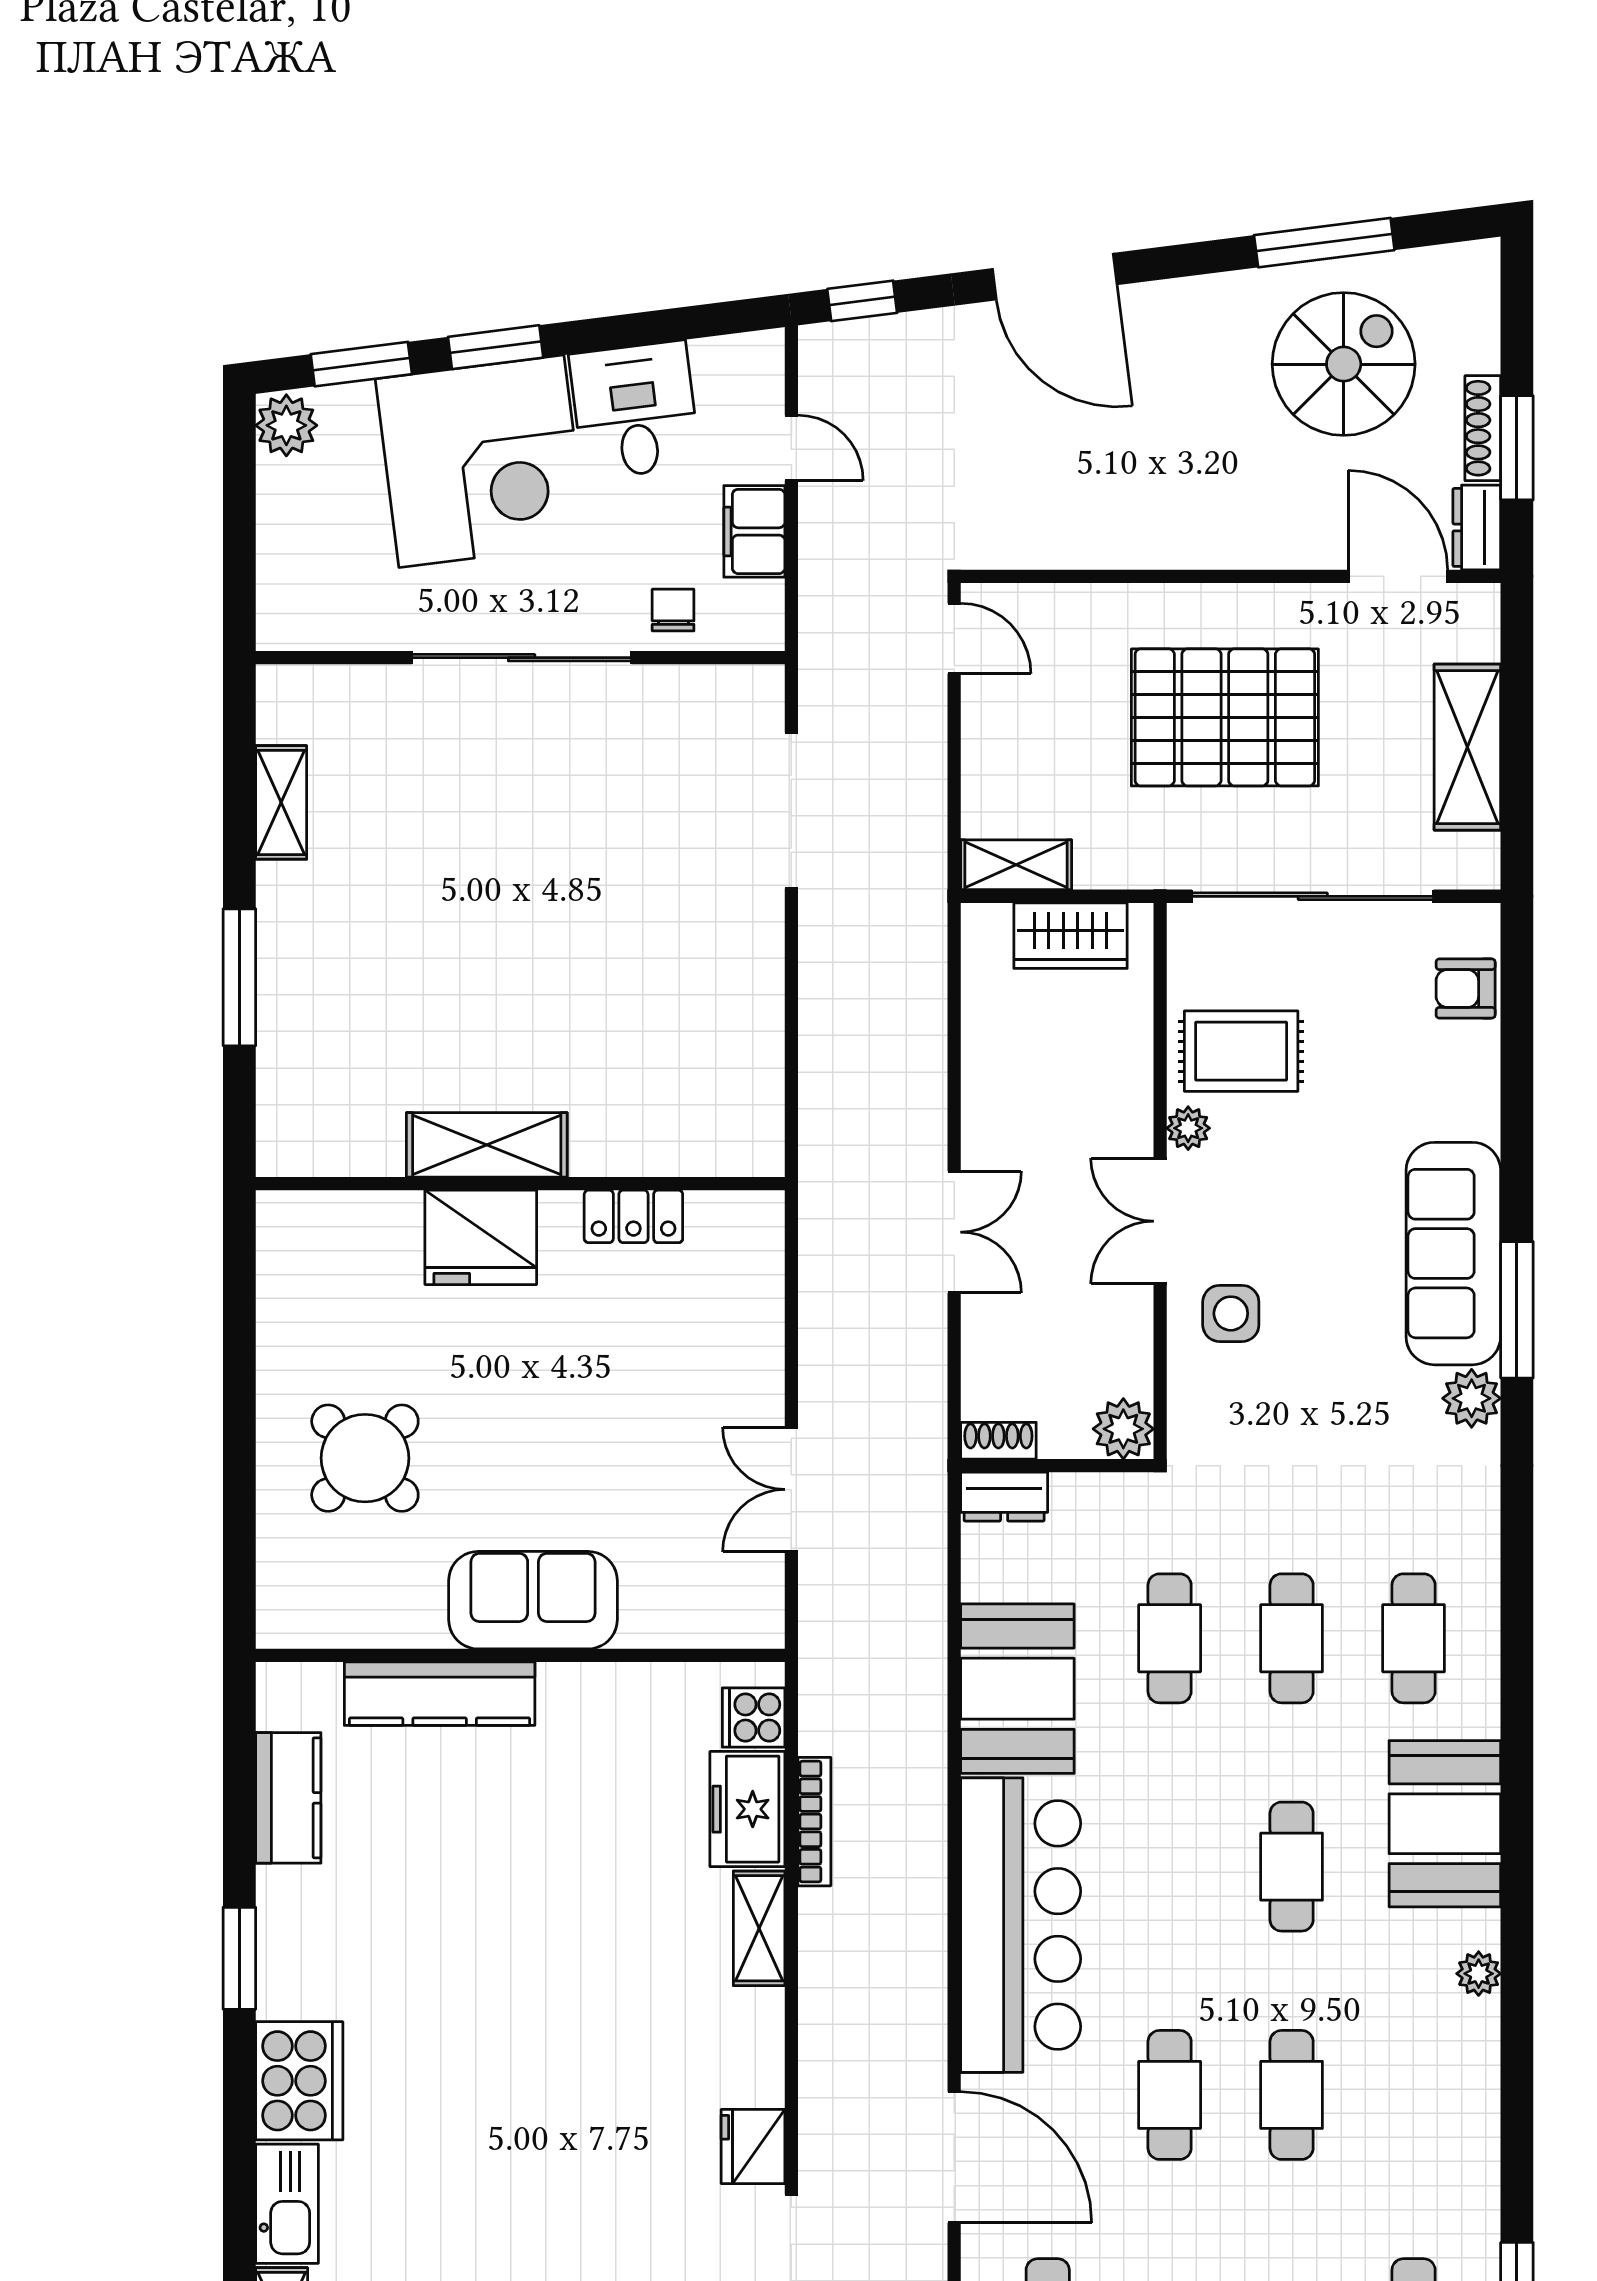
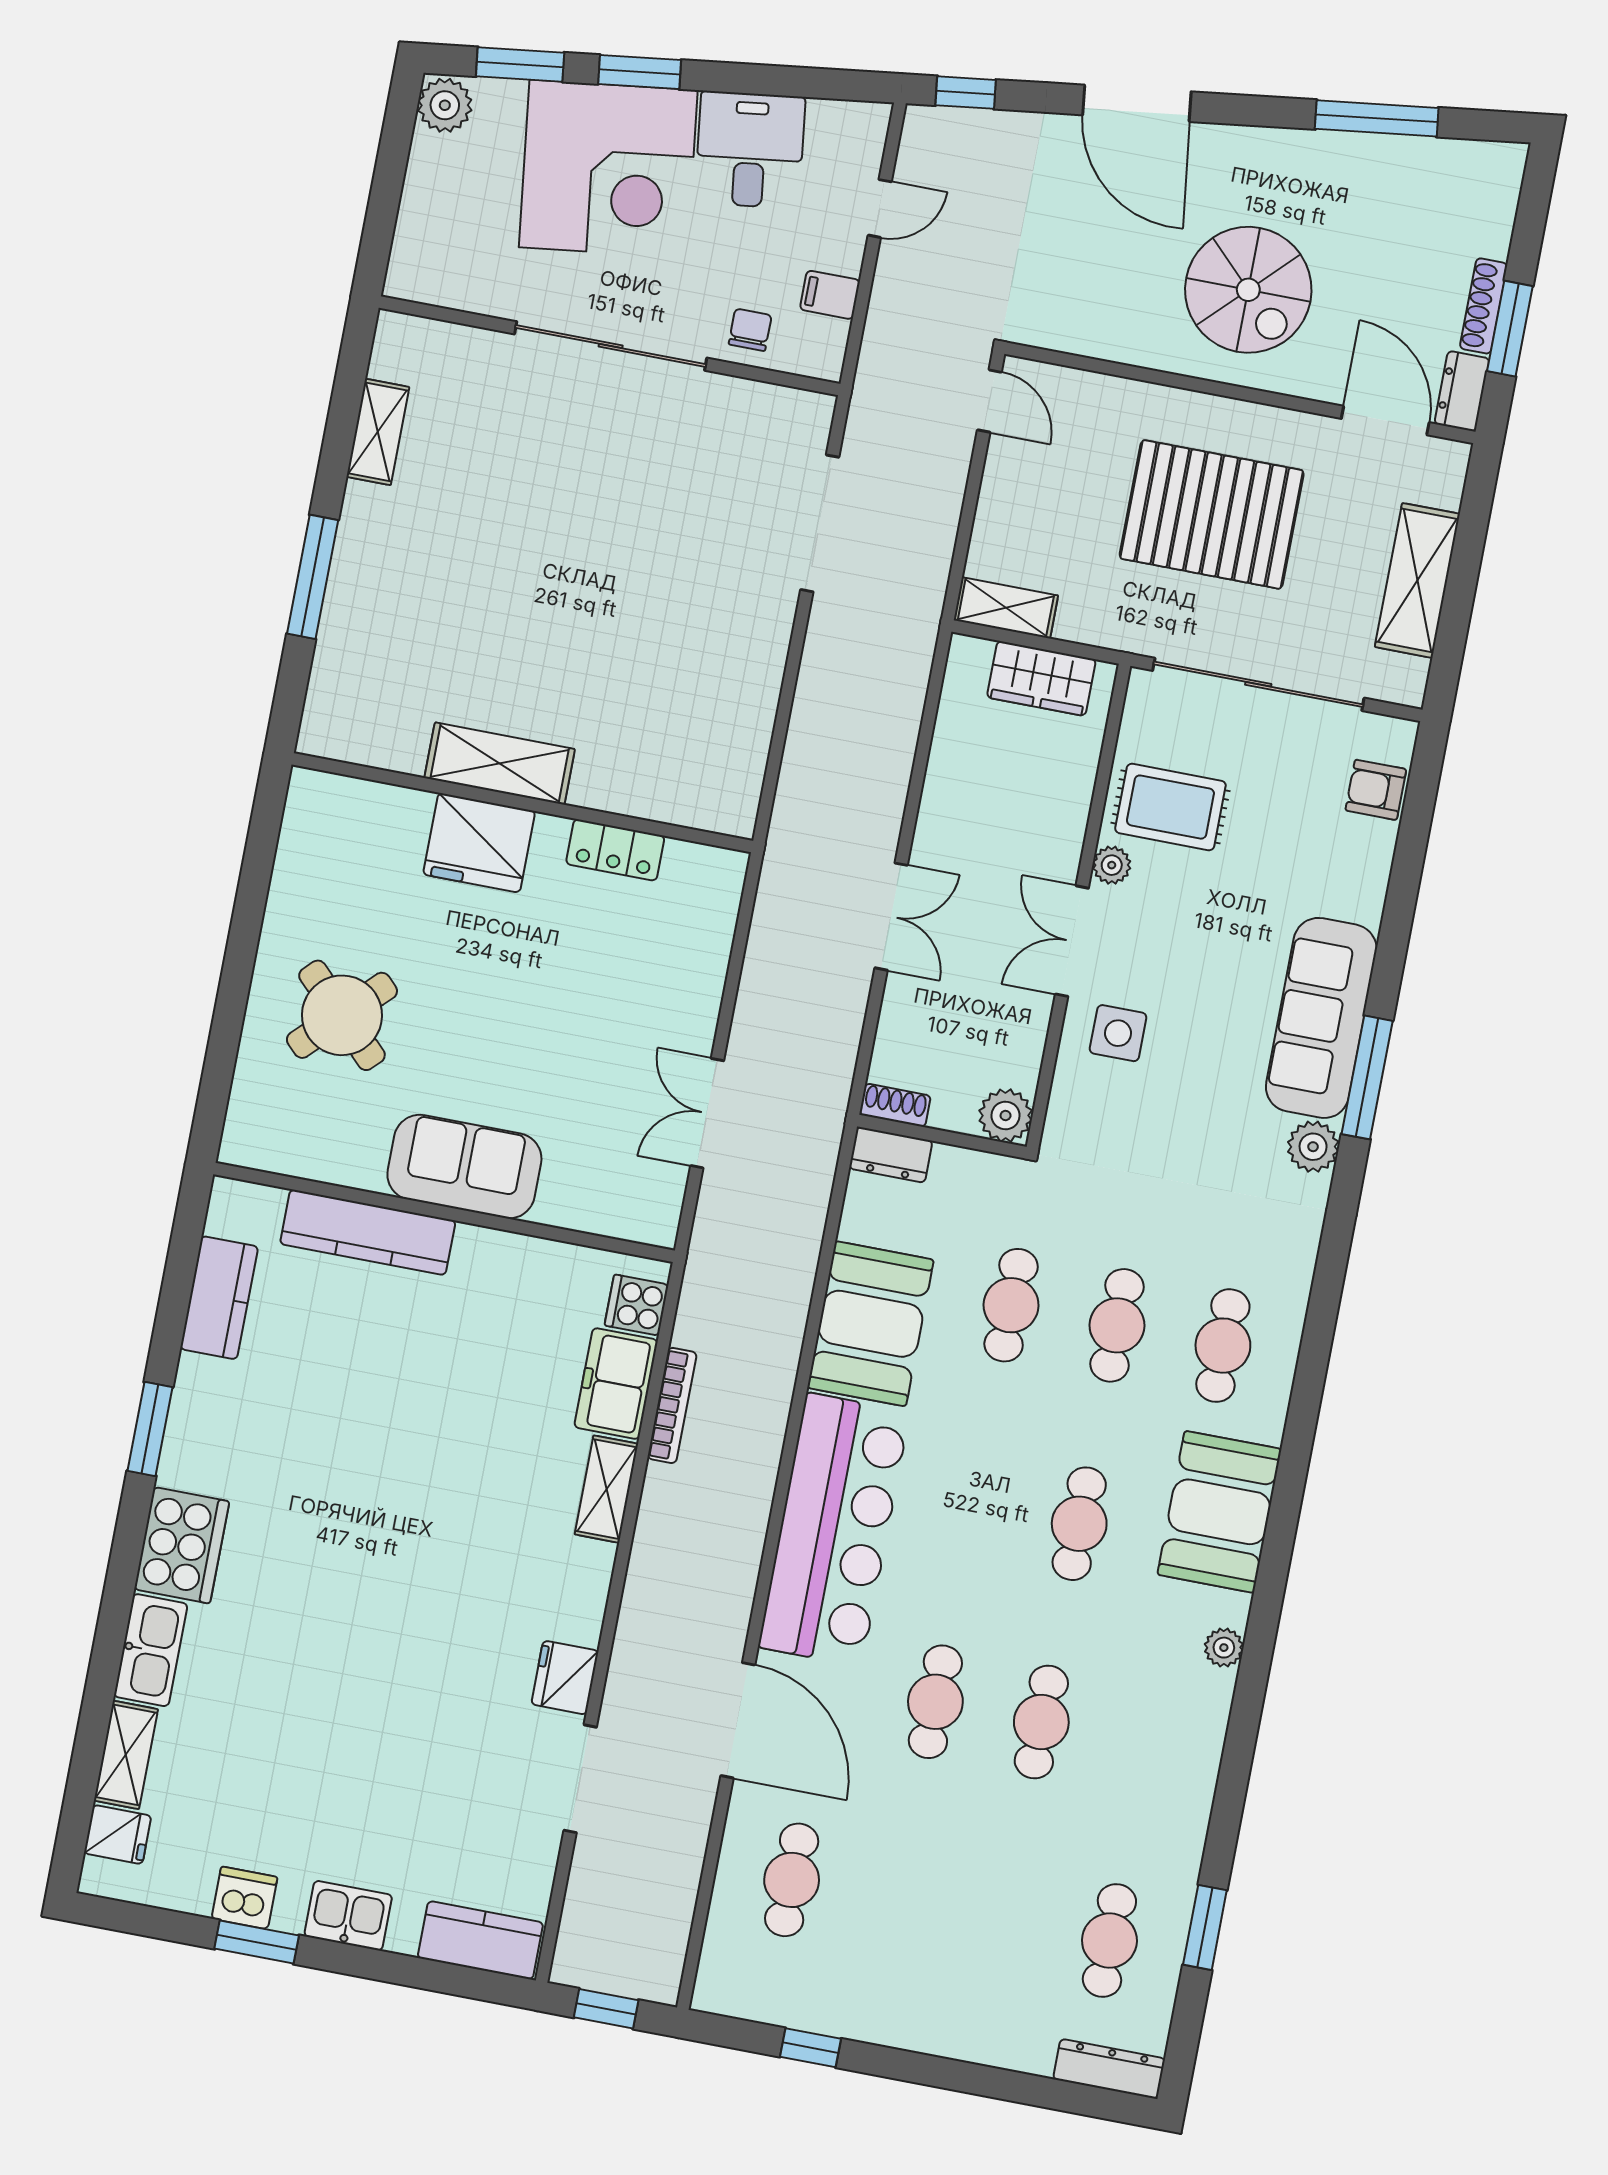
spiral stairs: (1344, 364) -> (1248, 290), moved, turned 90
door: (791, 448) -> (880, 208), hinge flipped
filing cabinet: (754, 531) -> (830, 295), width x0.50

